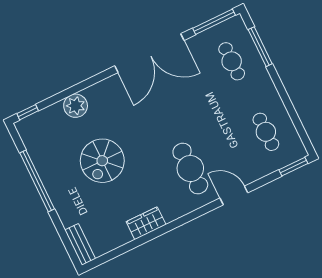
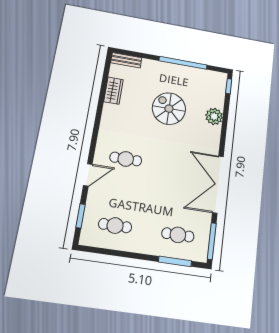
window: (293, 167) -> (80, 216), moved
cafe table: (190, 169) -> (126, 159), width x0.73, depth x0.74
wardrobe: (146, 223) -> (113, 91), moved

